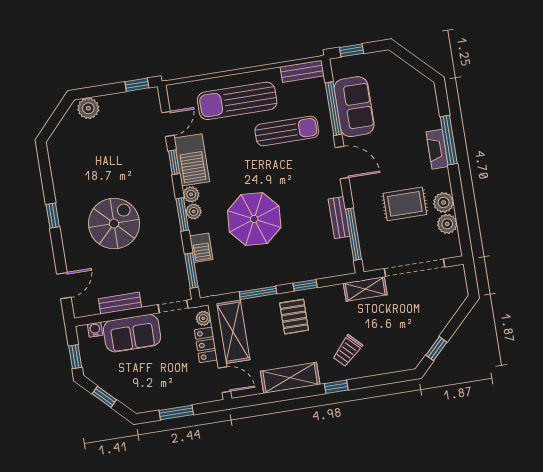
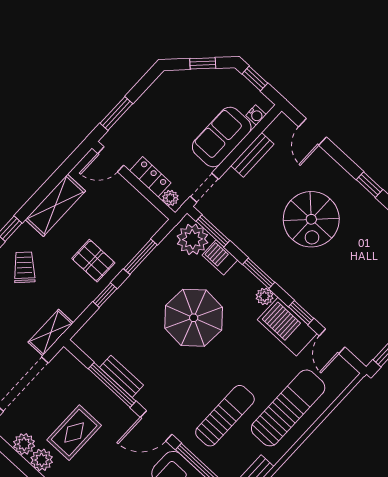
sun lounger: (287, 131) -> (225, 416), turned 180
plant: (194, 211) -> (192, 239), moved, width x1.88, depth x1.88
window: (353, 234) -> (112, 385), moved
shelving: (233, 332) -> (136, 206), removed
window: (176, 412) -> (116, 113), moved

